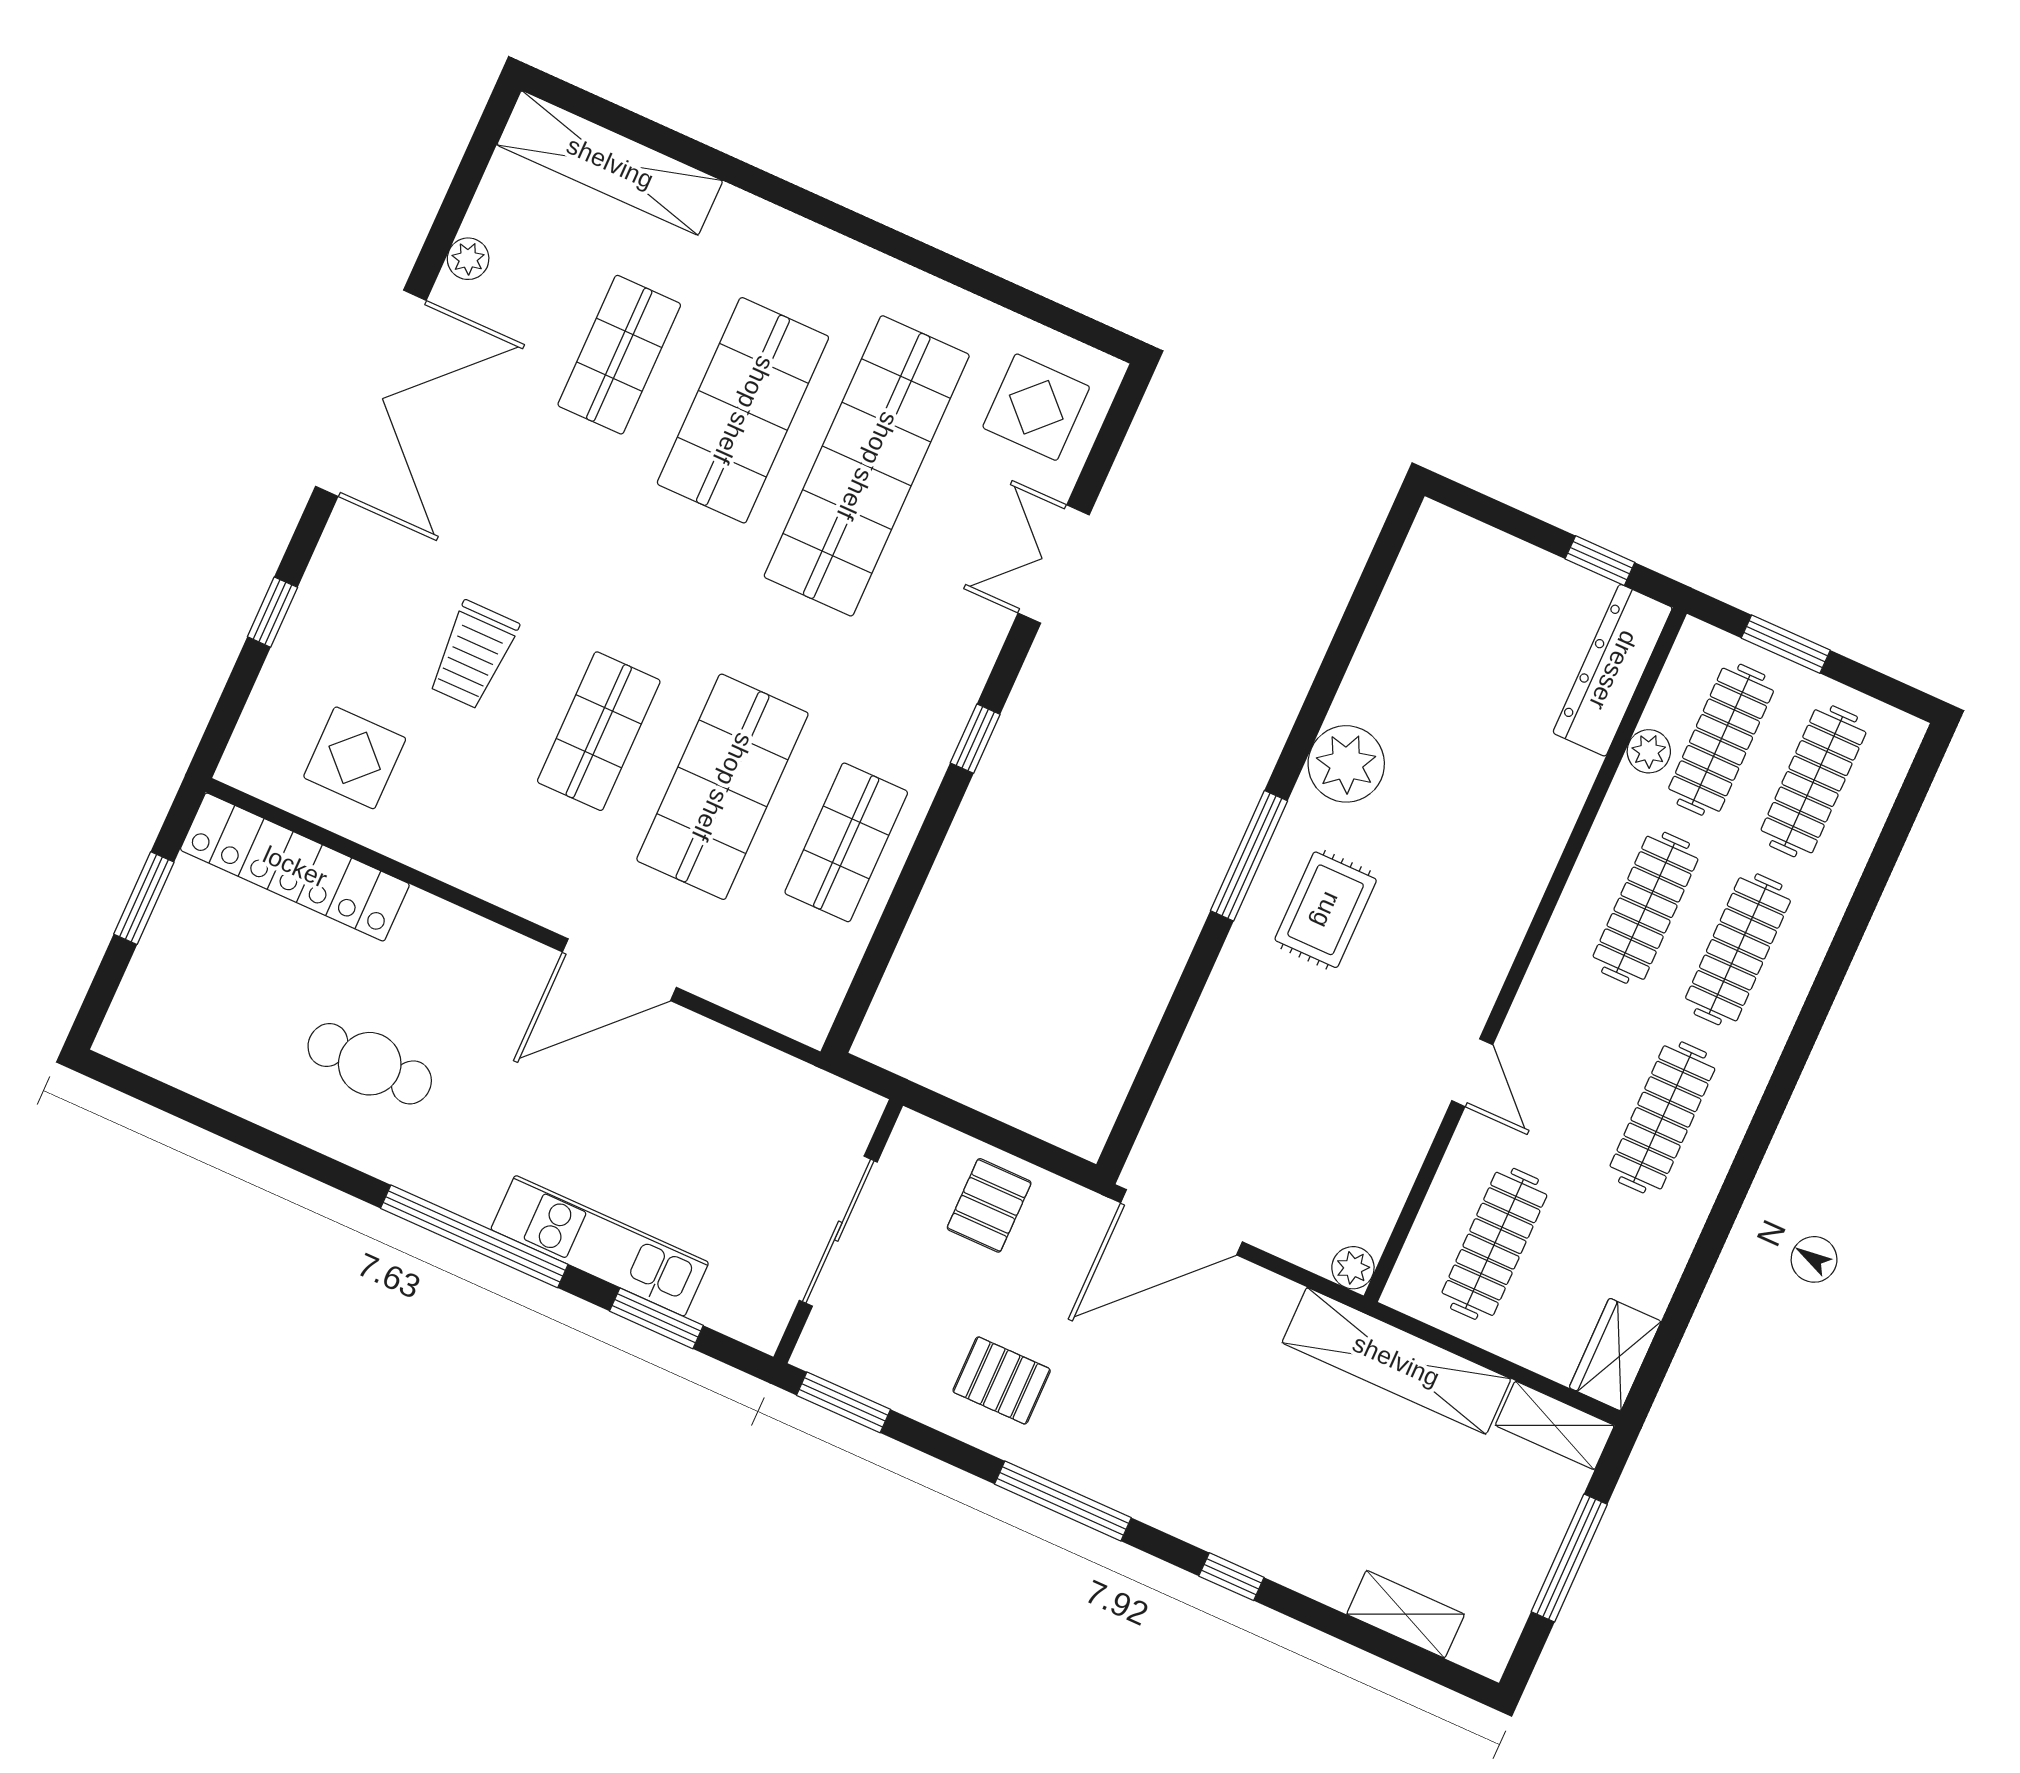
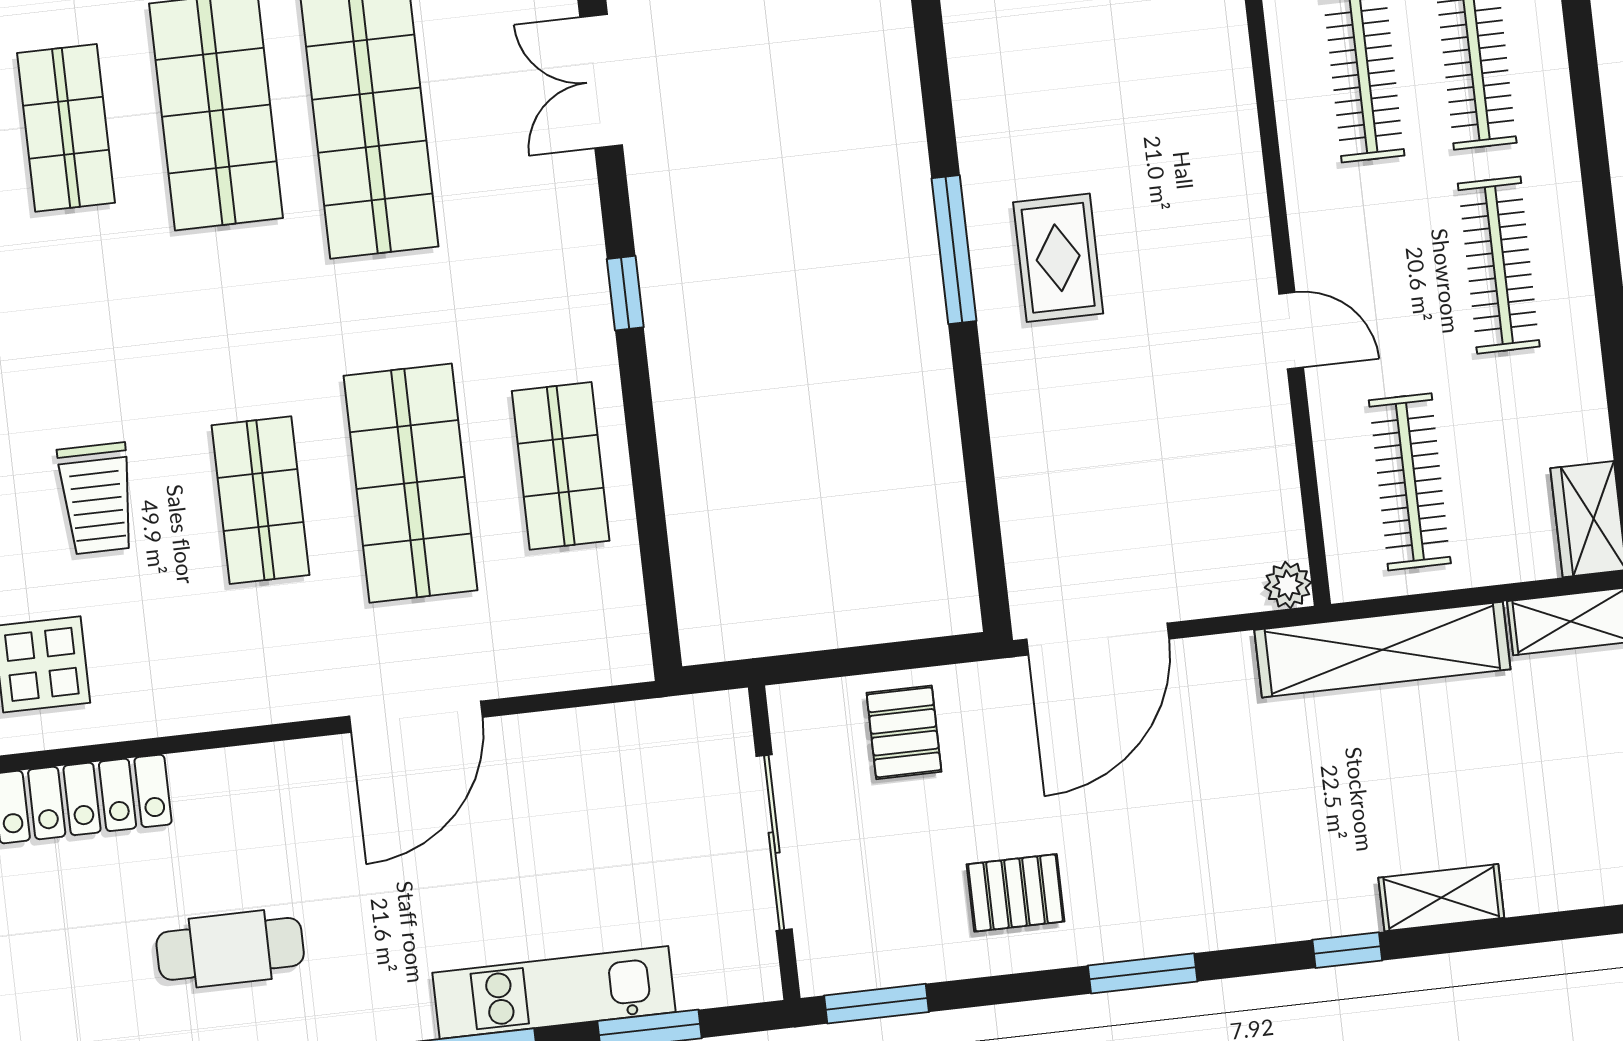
plant: (1346, 764) -> (995, 106), removed
window: (1063, 1501) -> (1143, 973), width x0.69
shelving: (1406, 1614) -> (1441, 898), moved

